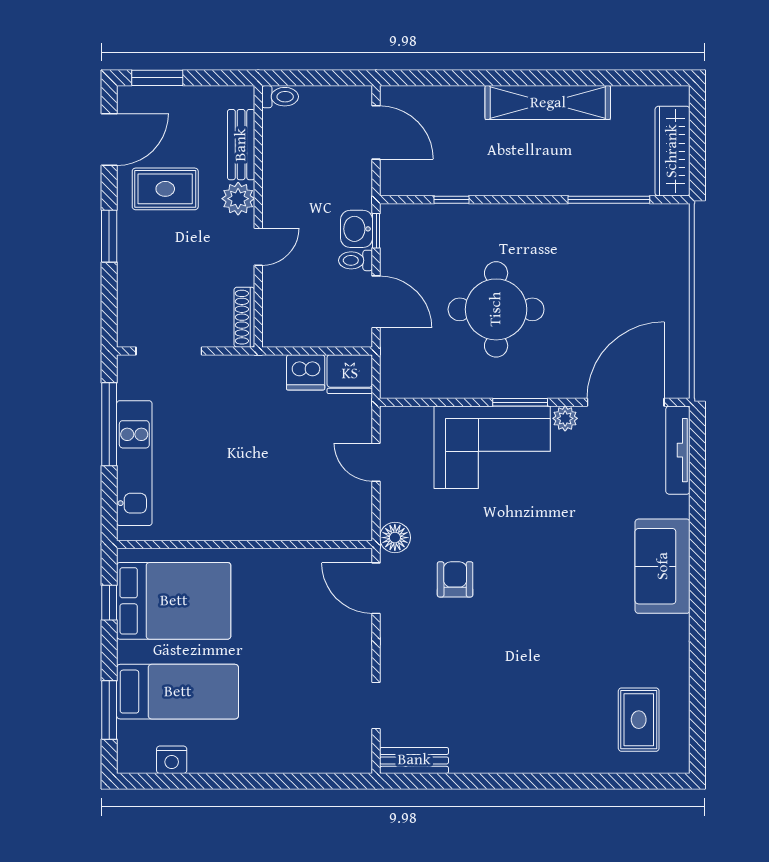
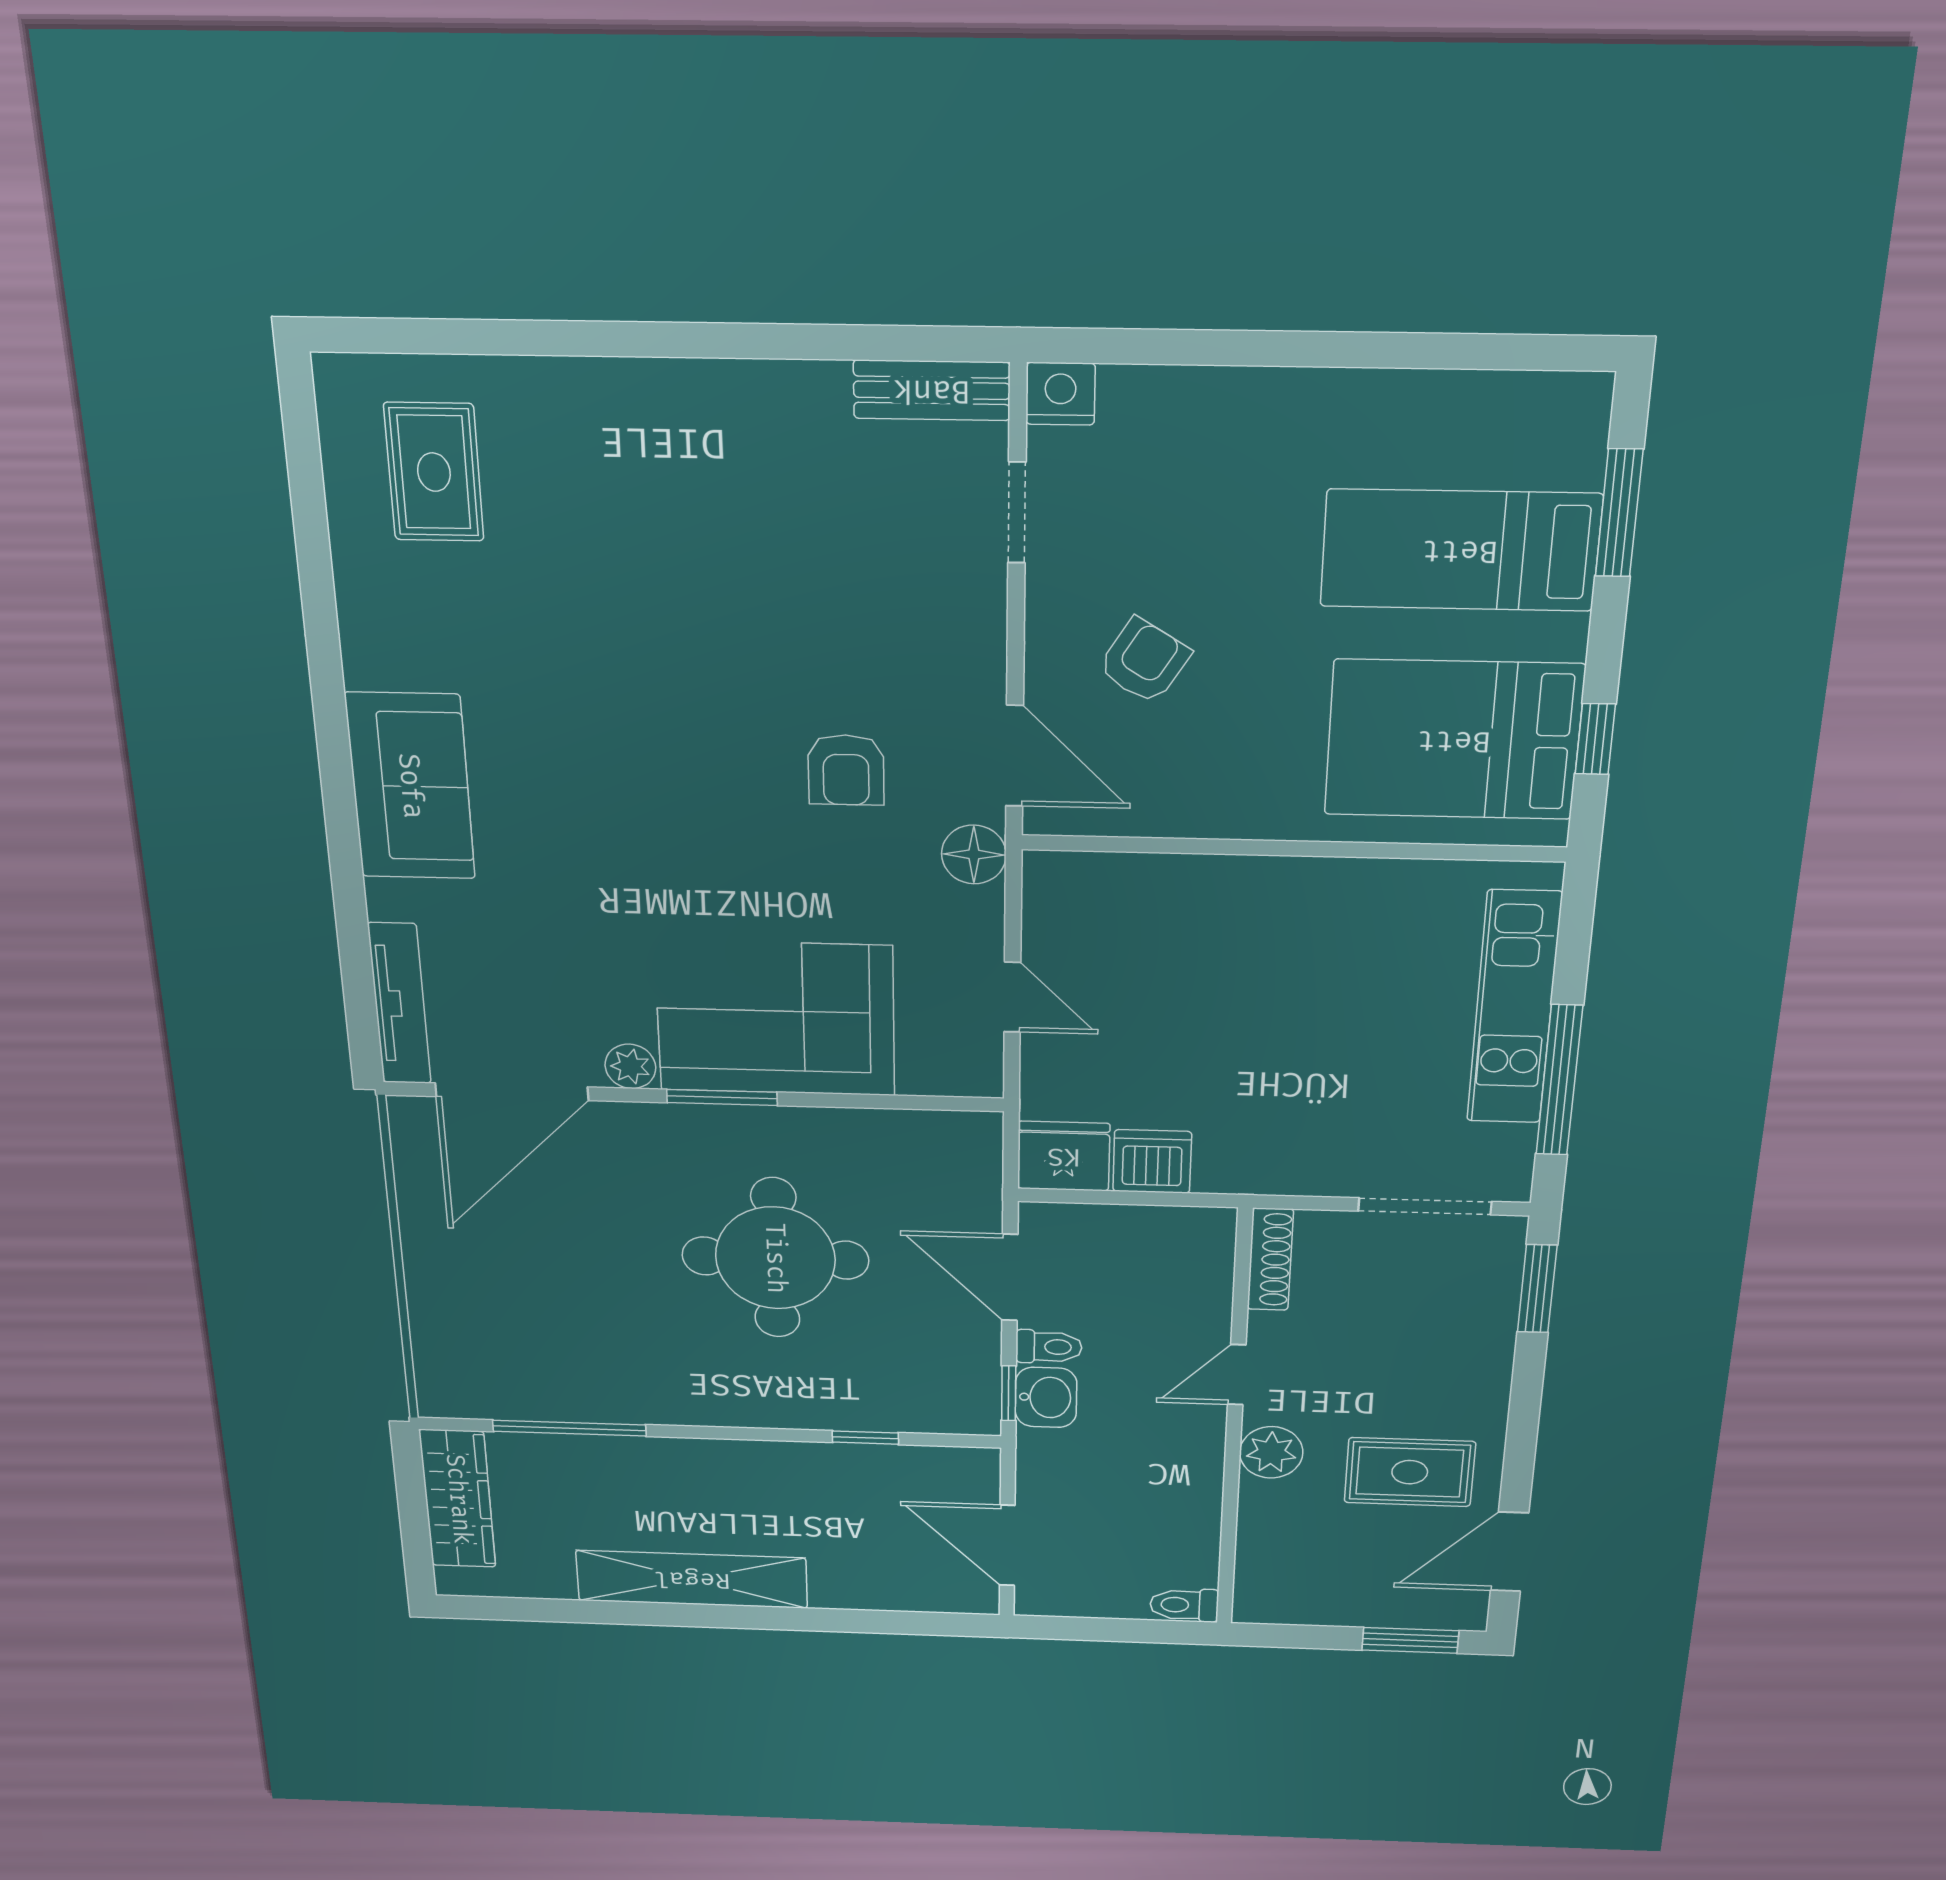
bench: (241, 145) -> (1261, 1536), removed
window: (109, 236) -> (1537, 1289), moved
armchair: (317, 636) -> (1144, 661), added
nightstand: (172, 760) -> (1060, 394), moved

